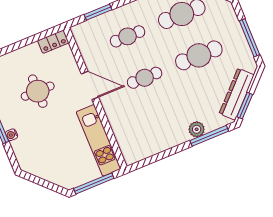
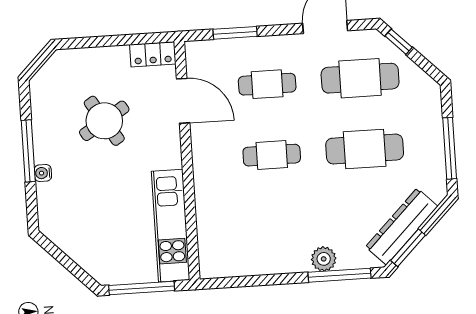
door: (90, 85) -> (183, 101), moved
round table: (38, 91) -> (104, 121), turned -32

